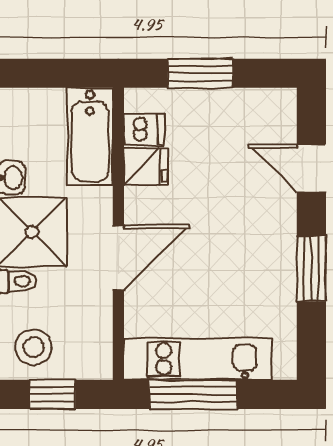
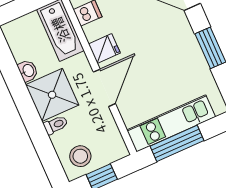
fridge: (146, 166) -> (104, 49), moved

